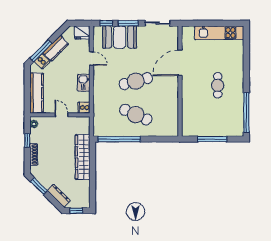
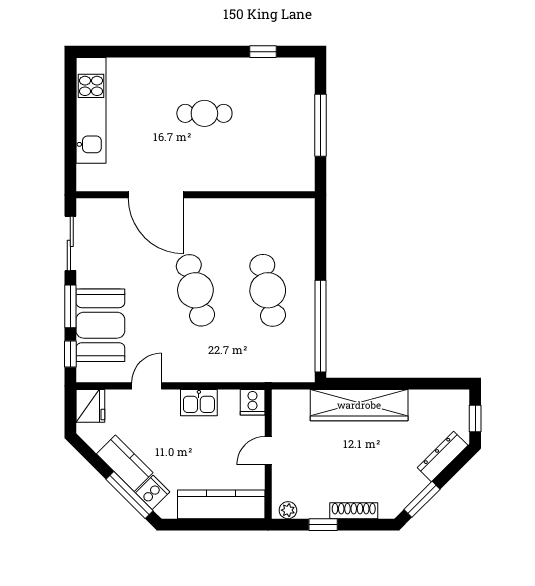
window: (246, 112) -> (263, 52), width x0.32
cafe table: (136, 115) -> (268, 290), turned -36

